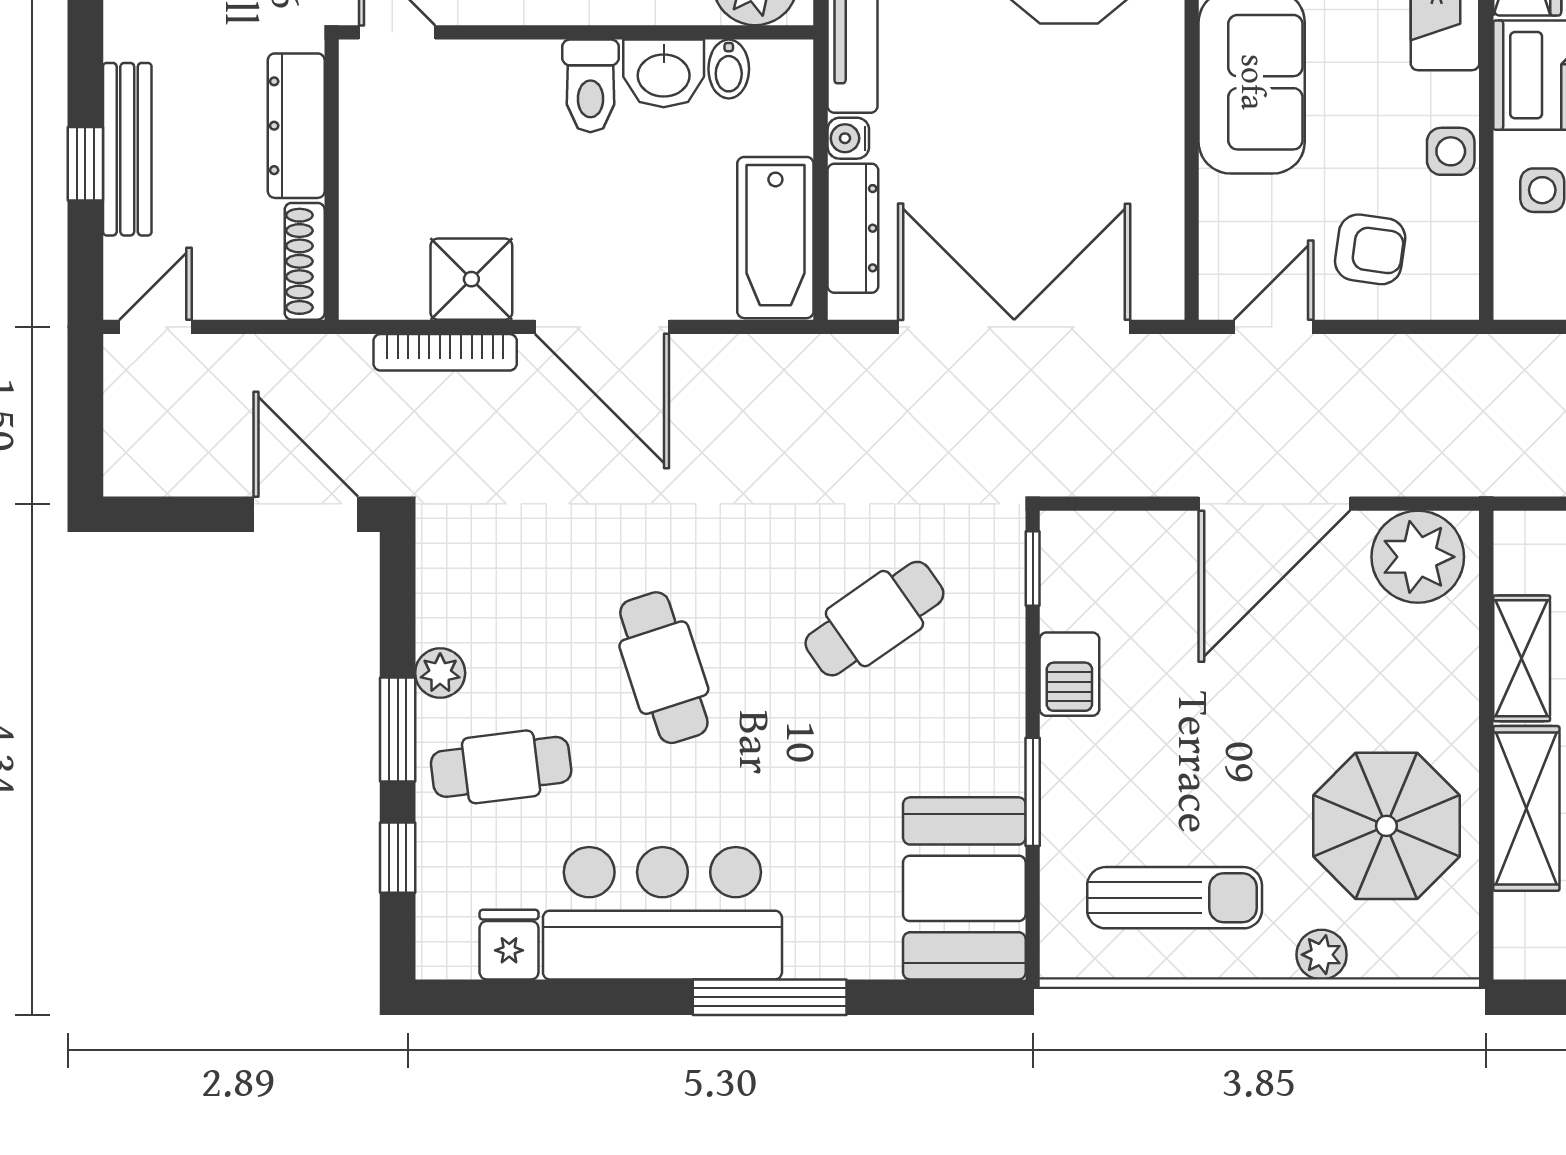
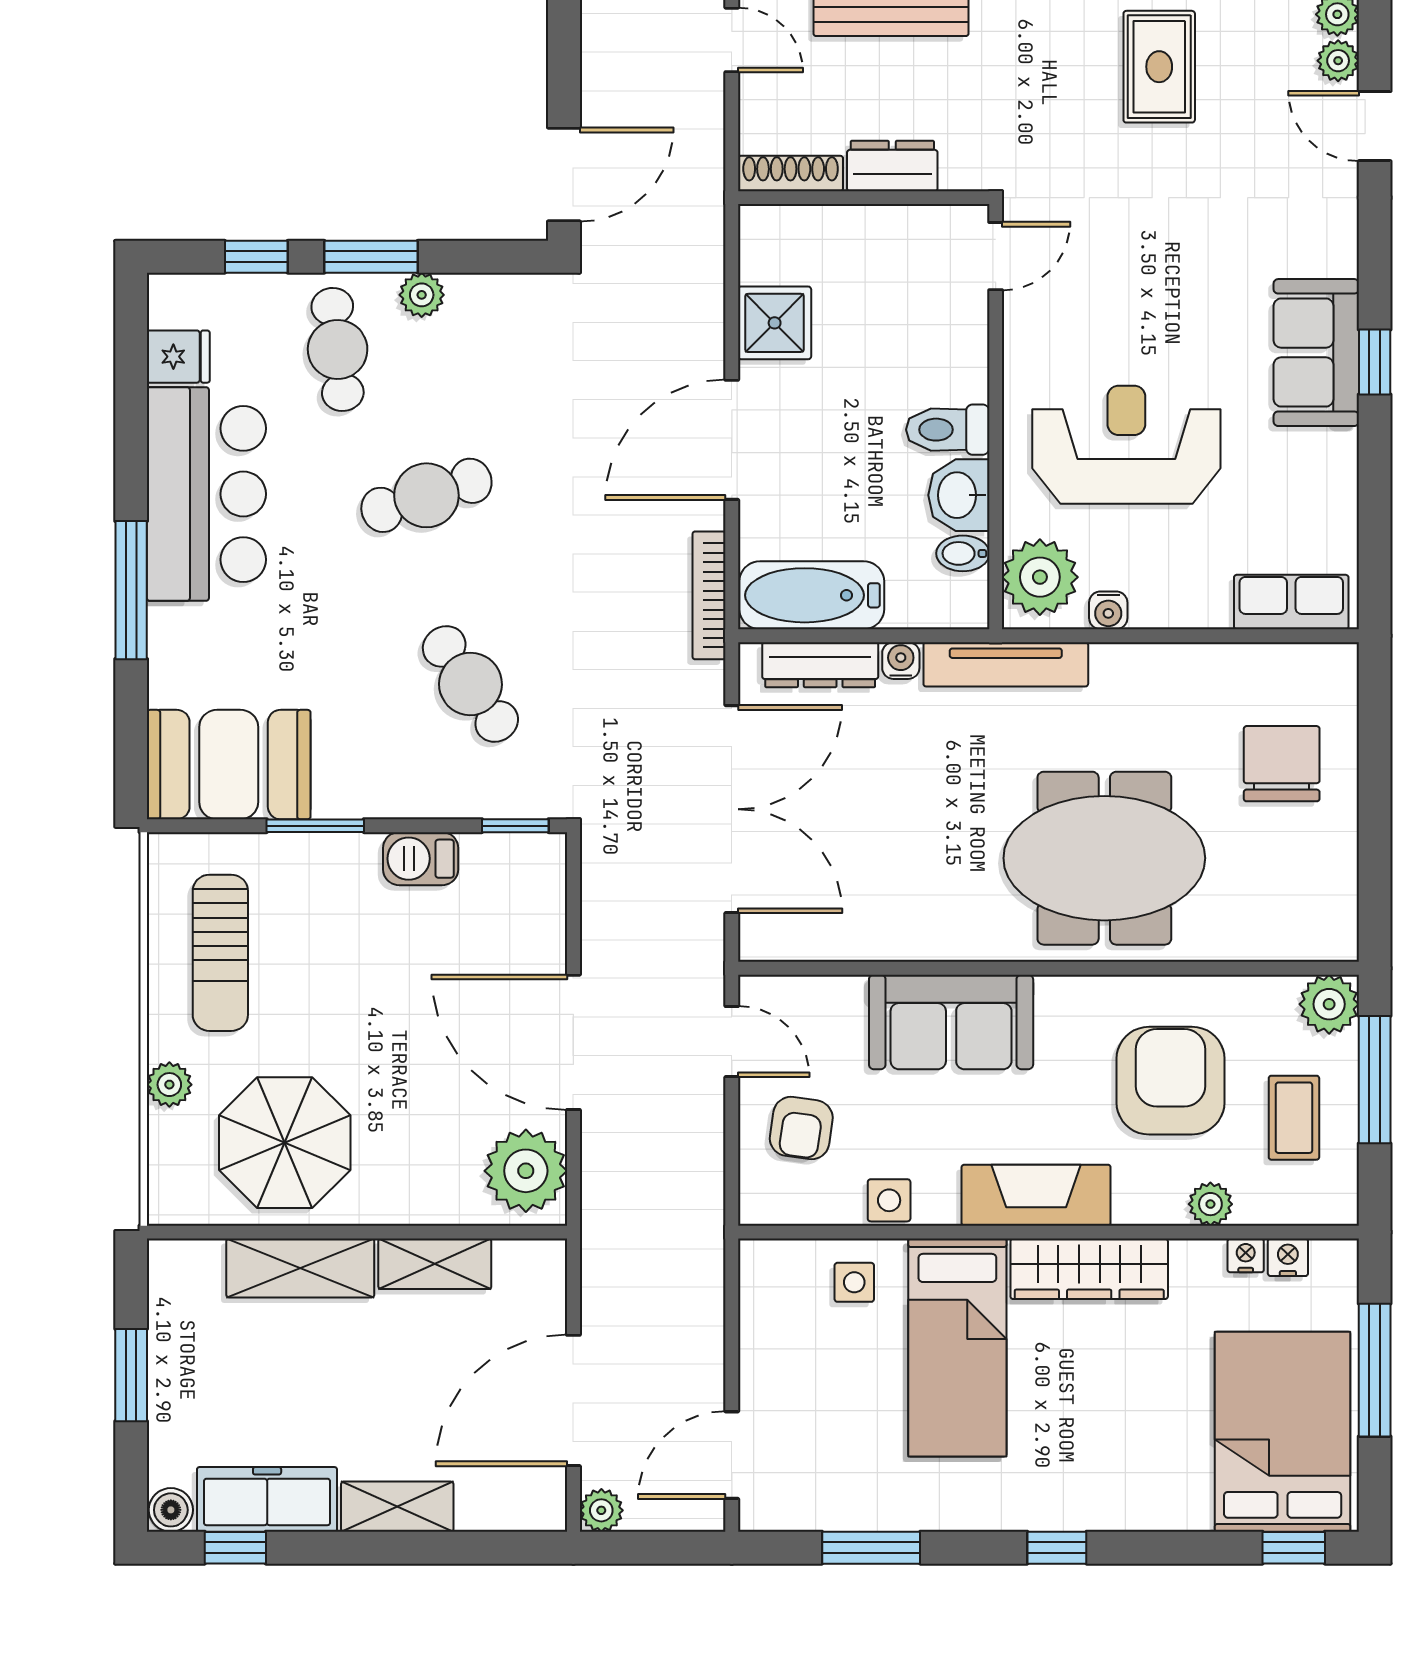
dresser: (296, 126) -> (892, 166), width x0.70
bookcase: (445, 352) -> (709, 595), moved

